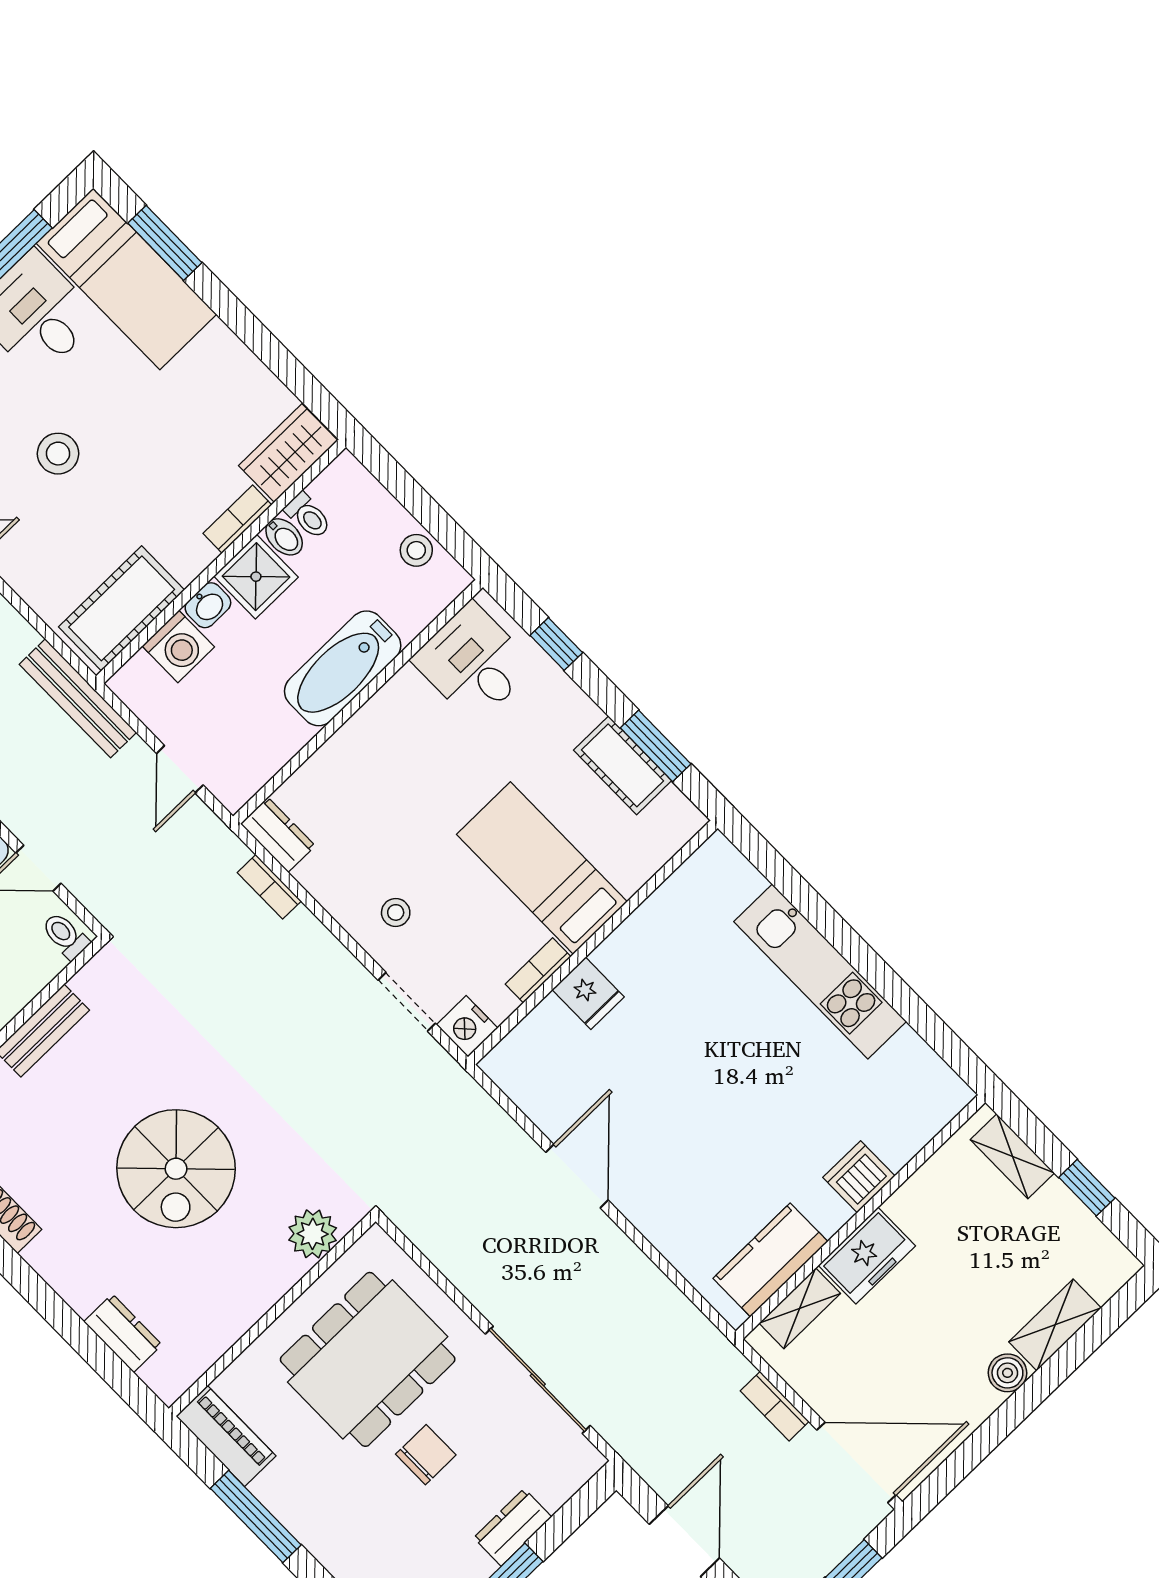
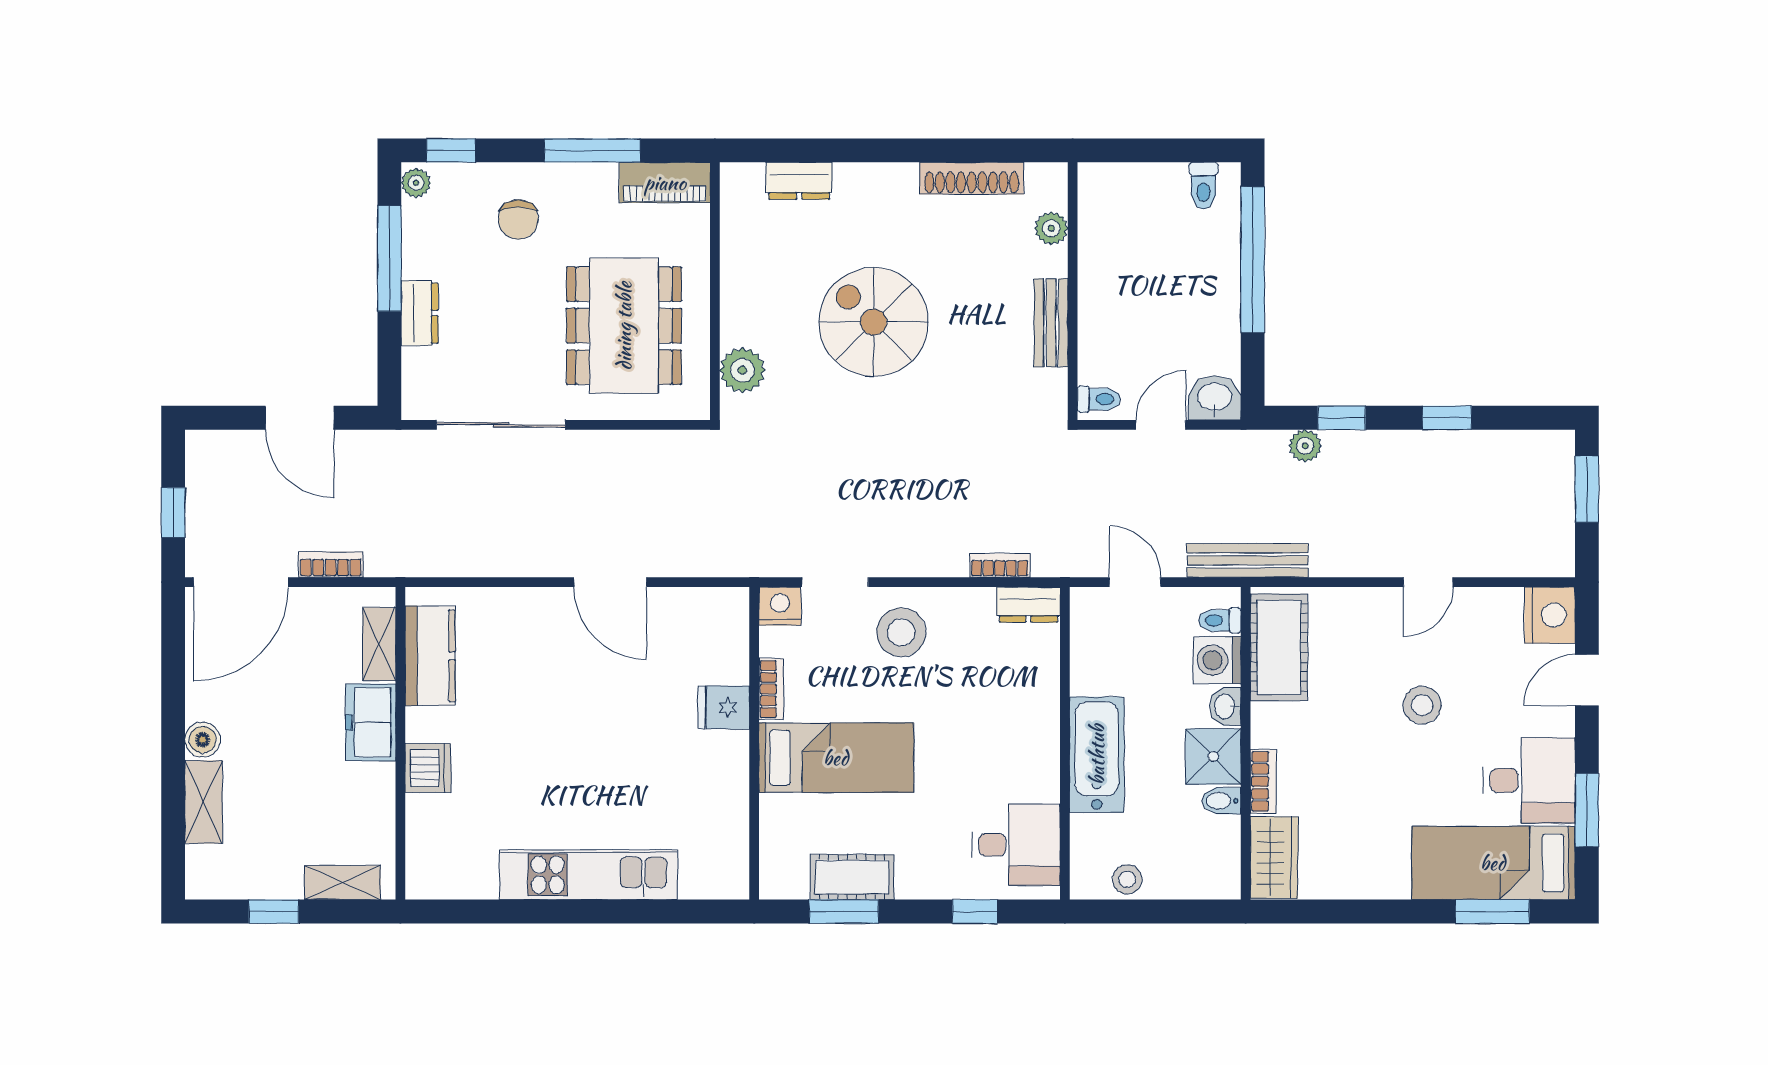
toilet: (308, 516) -> (1220, 620), moved
stool: (396, 912) -> (901, 632), width x1.89, depth x1.89
chair: (426, 1455) -> (518, 220), moved

